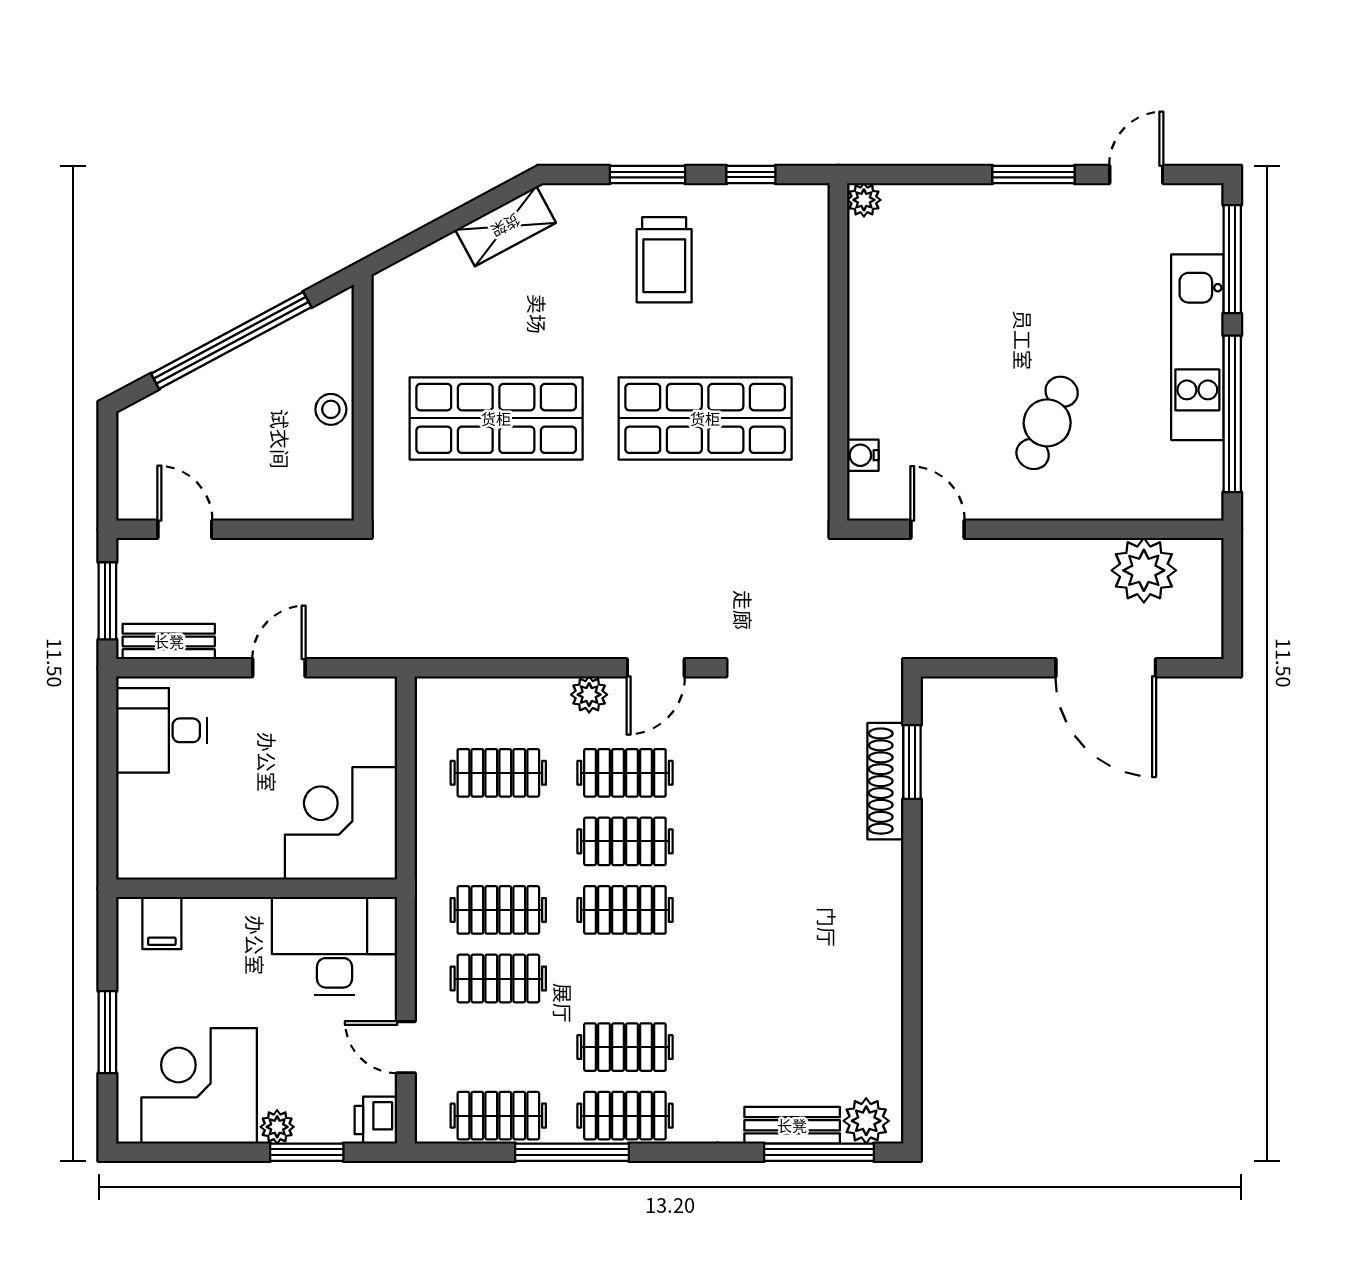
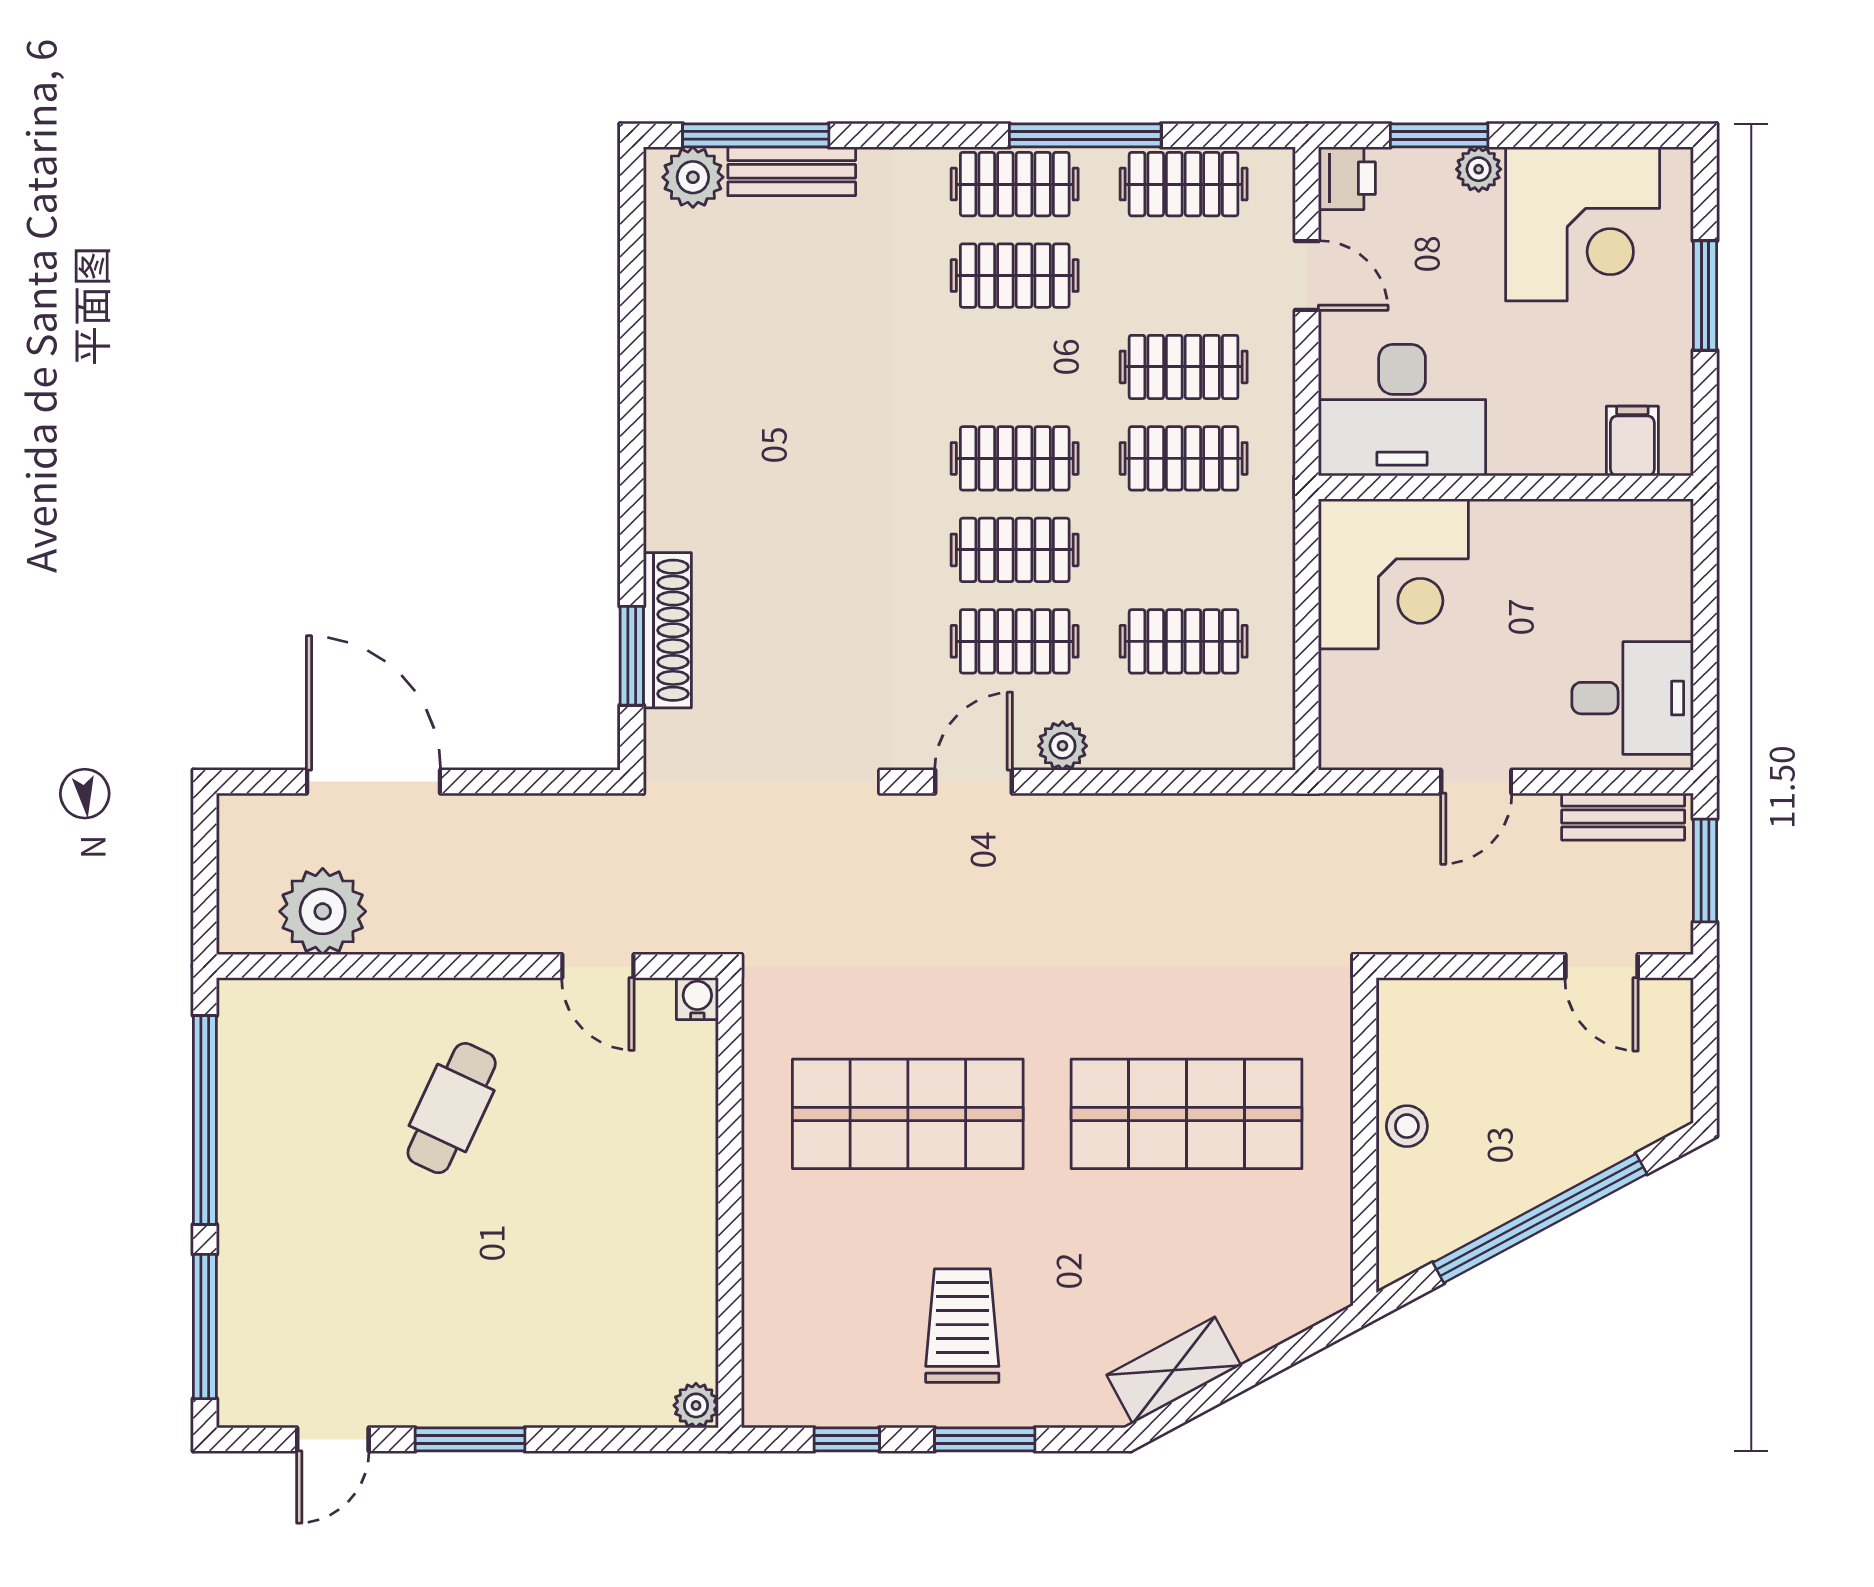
kitchen unit: (1197, 347) -> (251, 1209), removed
water cooler: (863, 455) -> (697, 999), moved, turned -90

